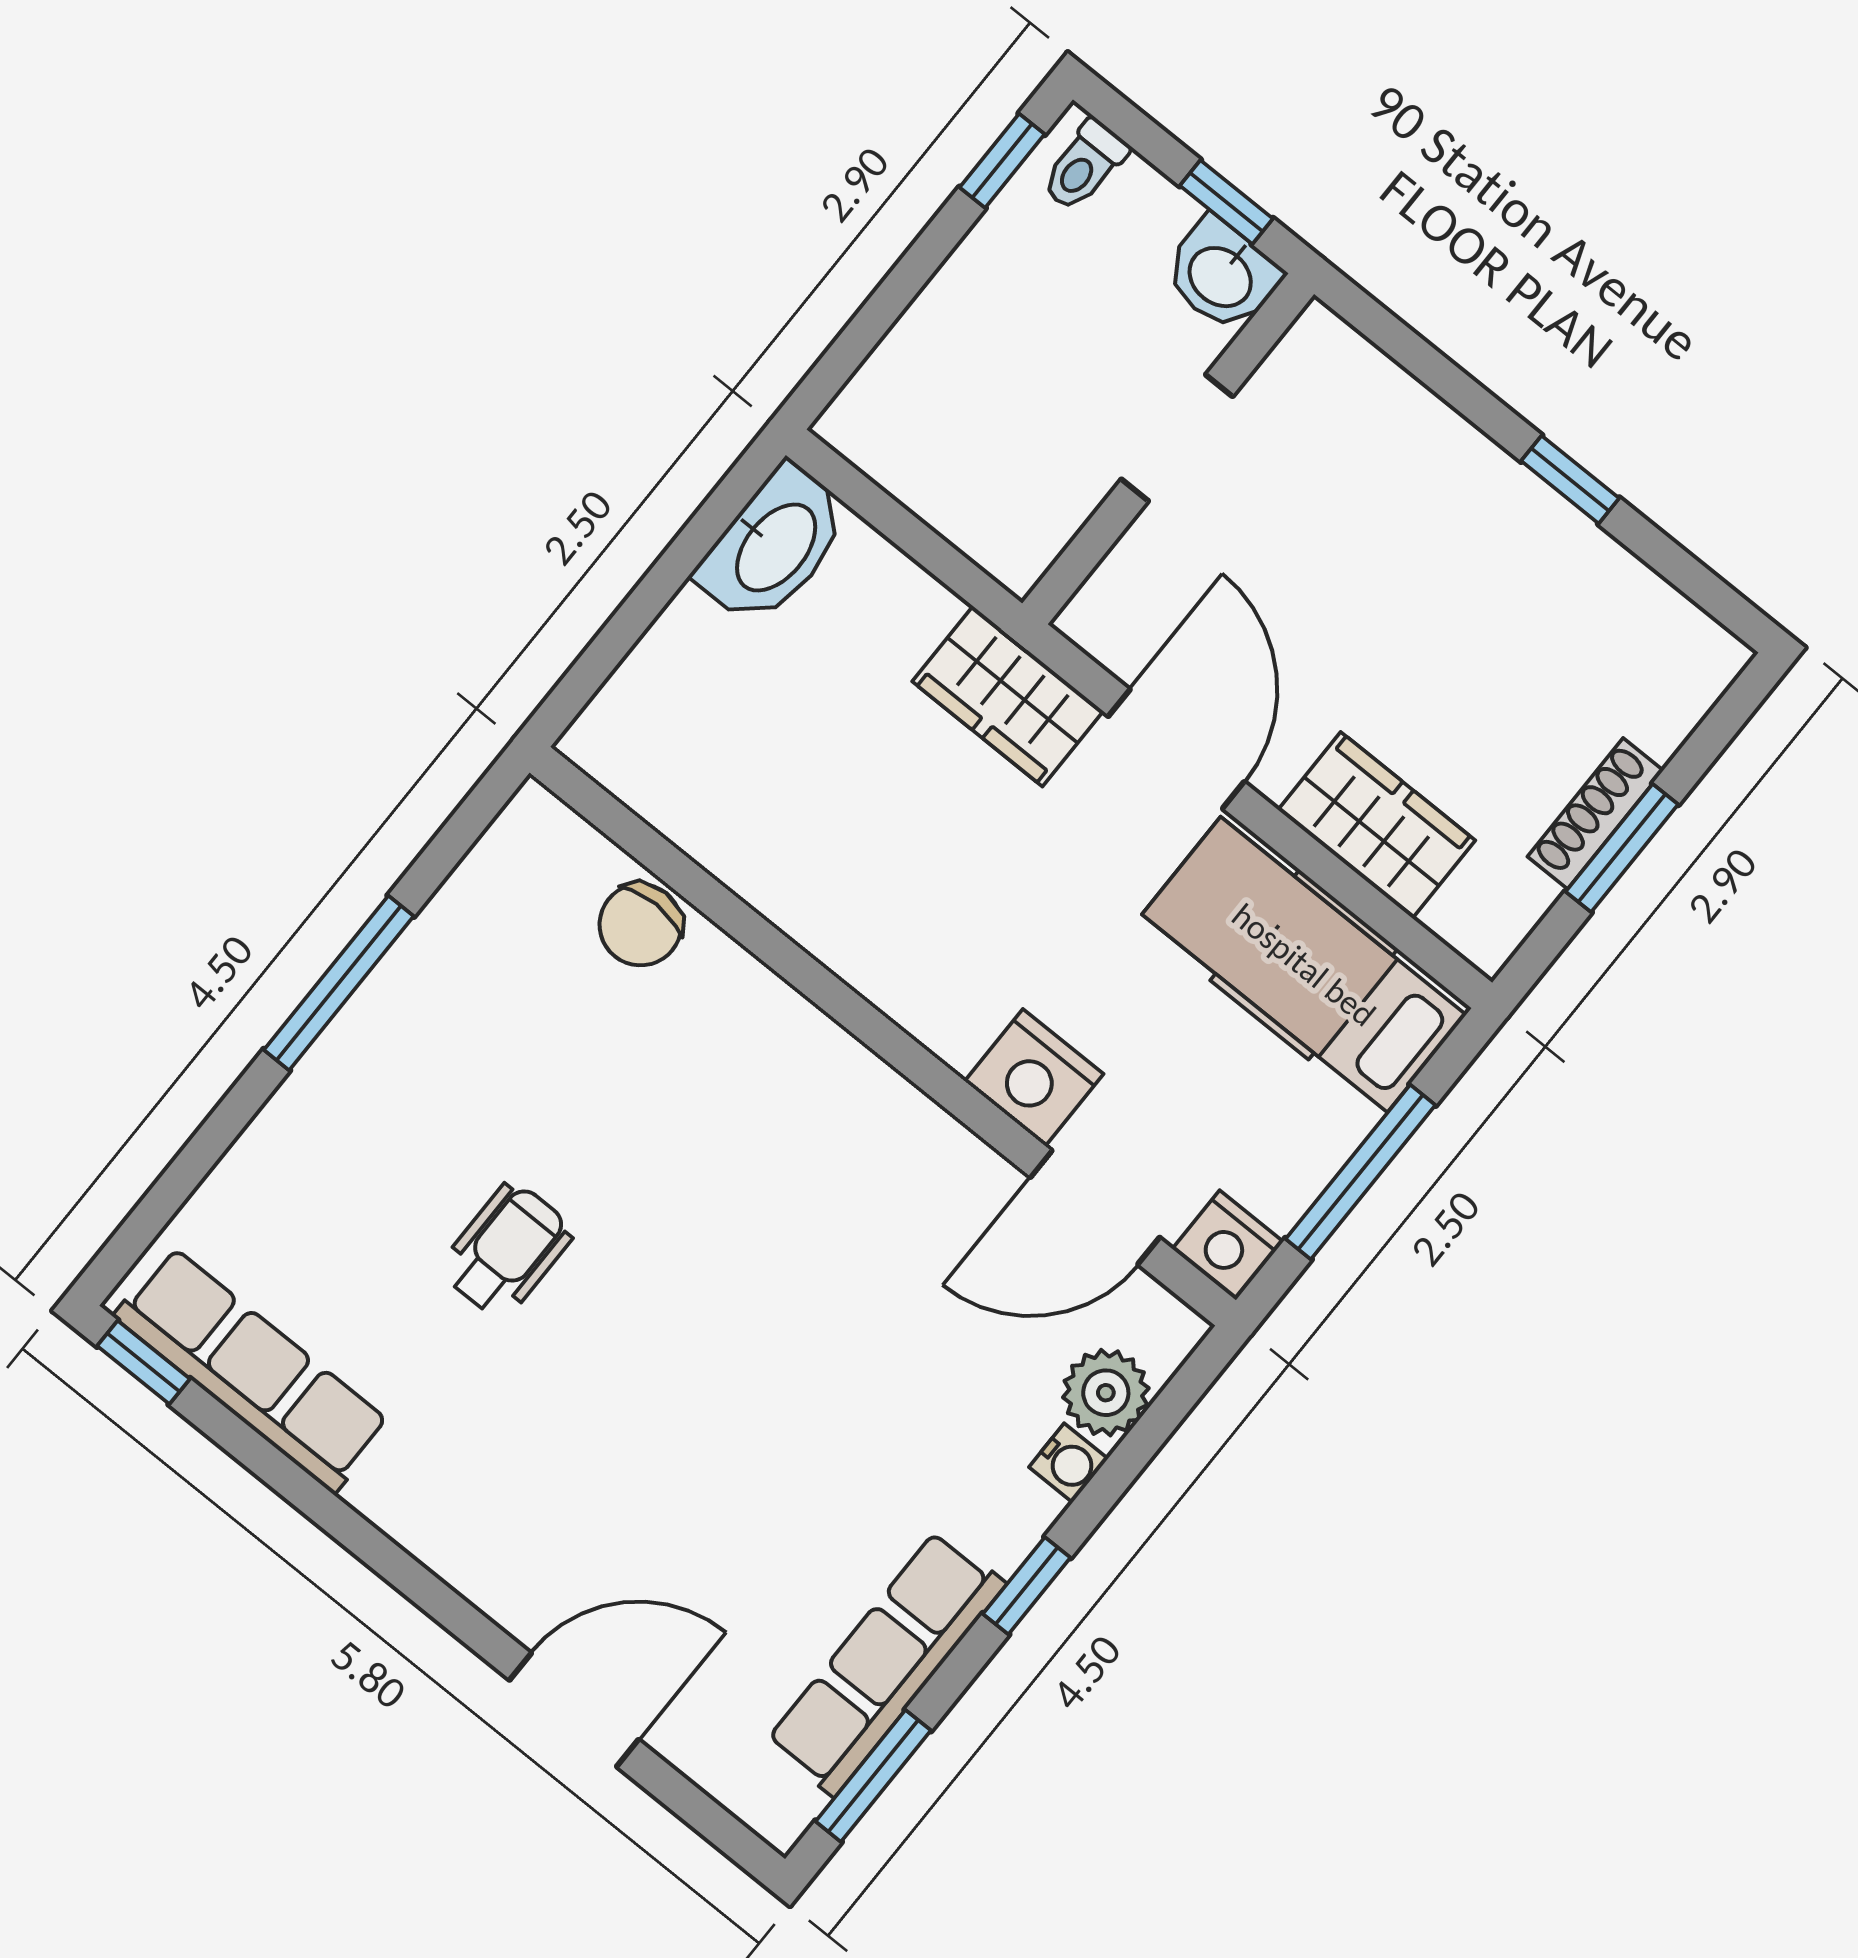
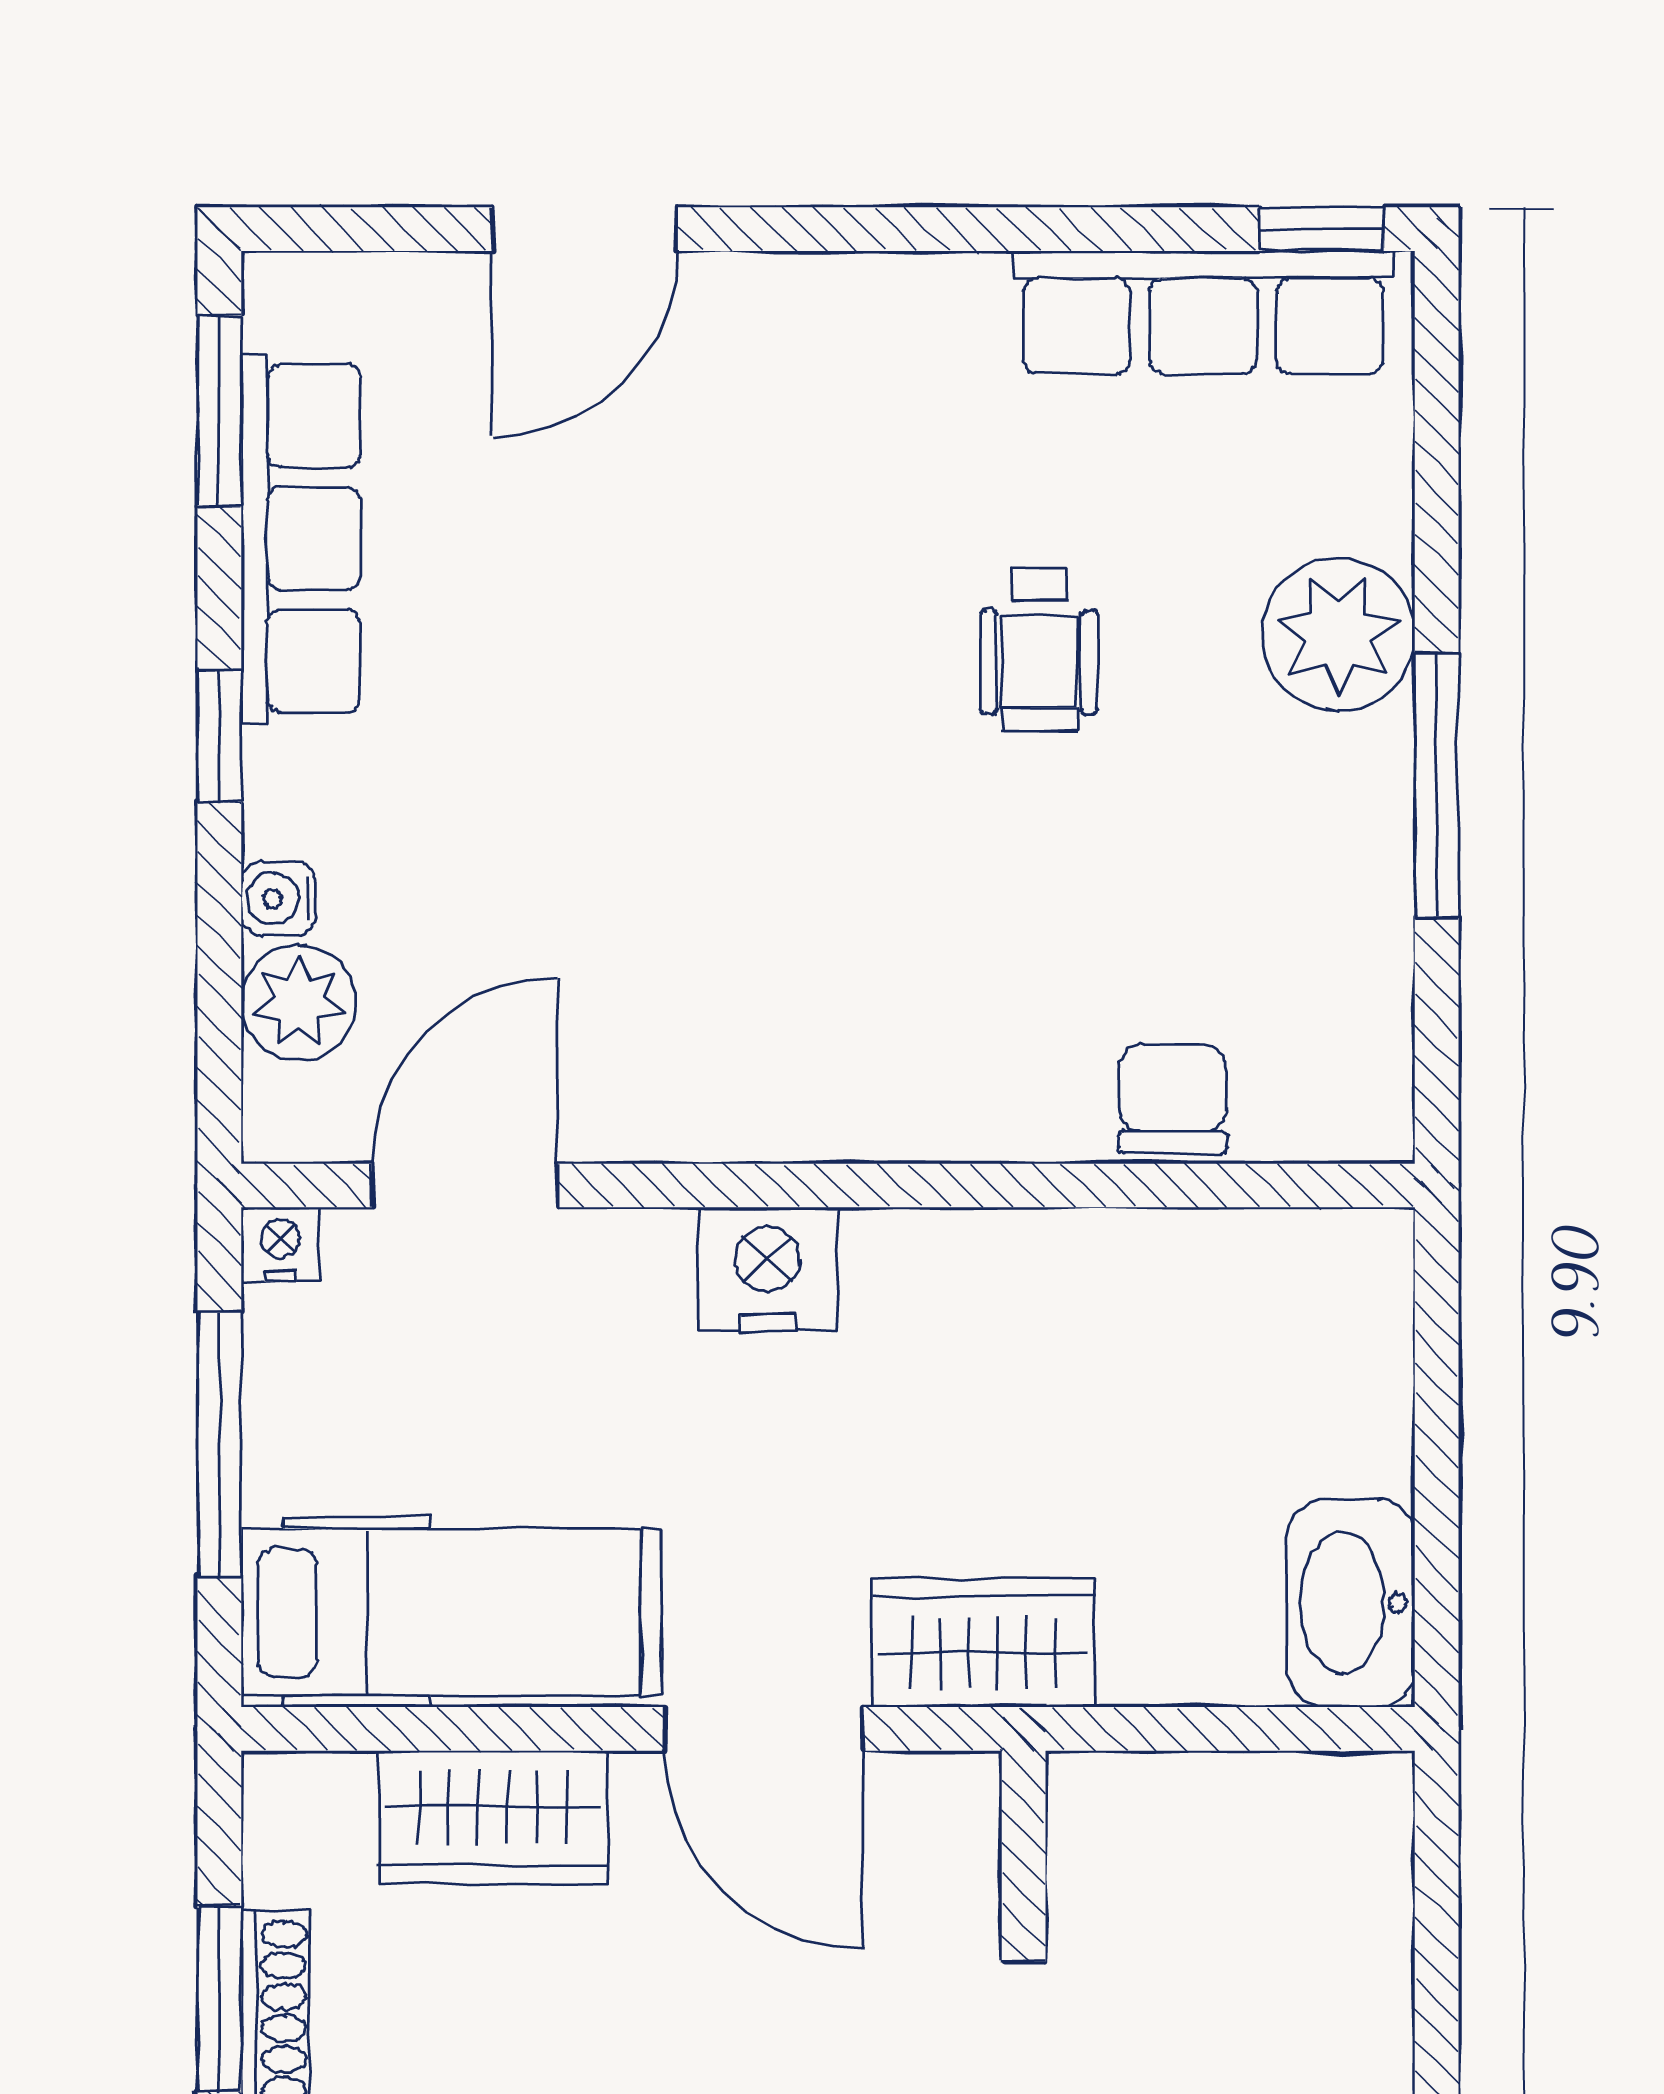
nightstand: (1034, 1078) -> (767, 1269), moved
plant: (325, 1118) -> (1338, 634), added
nightstand: (1228, 1245) -> (280, 1244), width x0.72, depth x0.74

